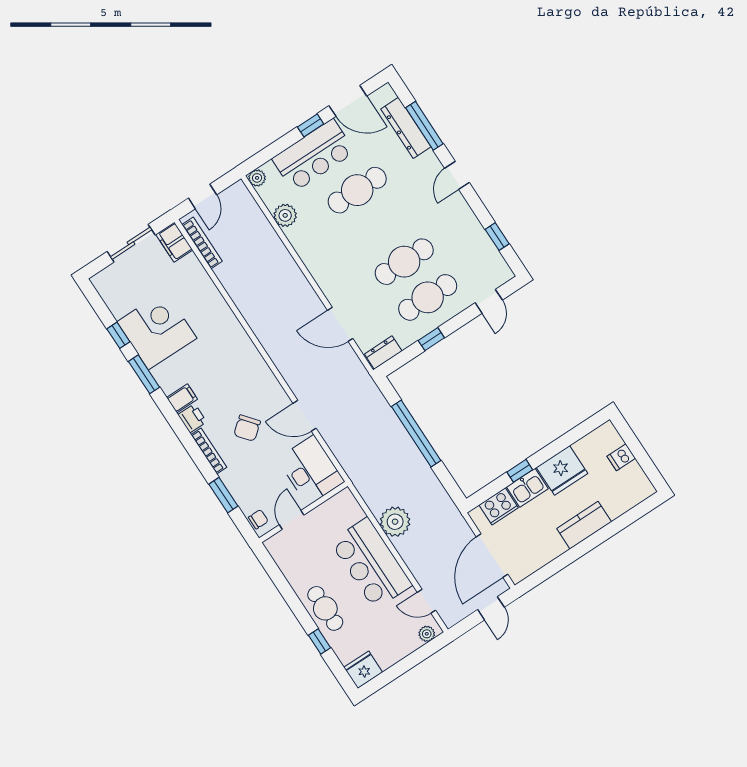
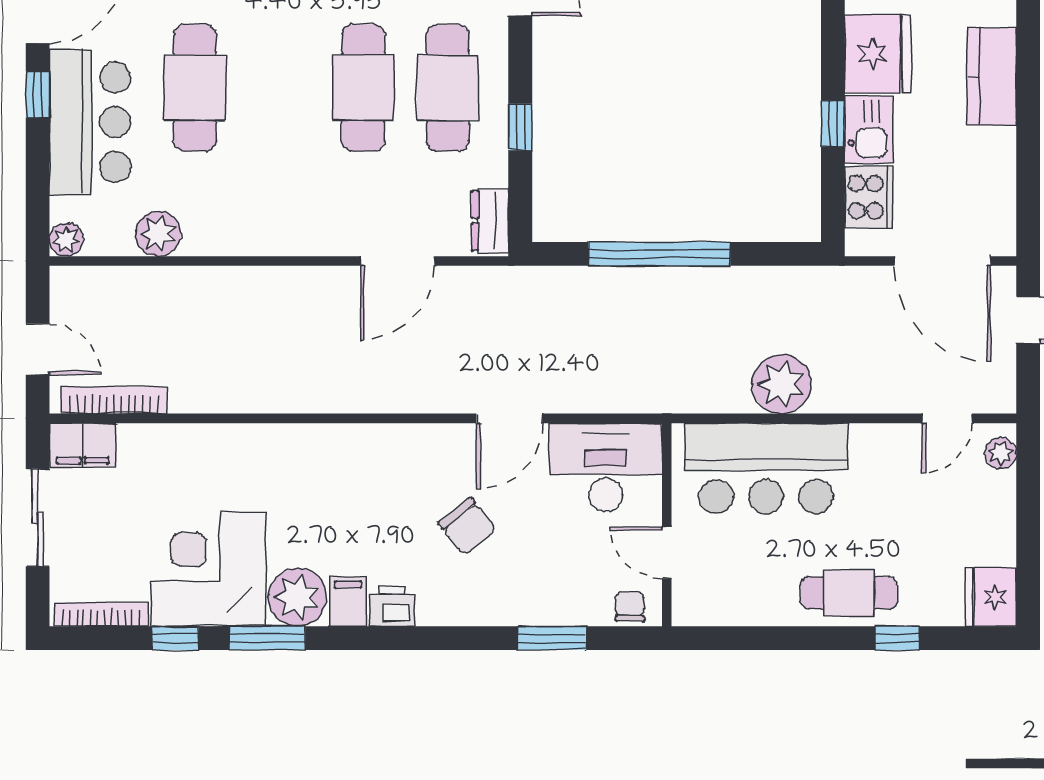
plant: (170, 376) -> (297, 597), added
bookcase: (209, 451) -> (101, 614), moved
bar counter: (371, 563) -> (766, 468), moved

